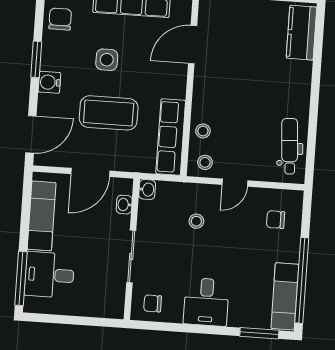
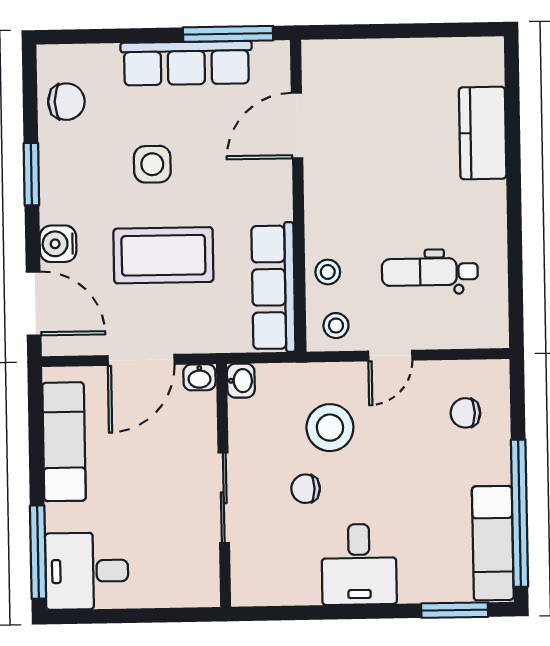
chair: (60, 19) -> (66, 102), turned 90
kitchen counter: (301, 33) -> (483, 133), moved
water cooler: (49, 82) -> (58, 244), moved
door: (31, 134) -> (34, 304), hinge flipped
dental chair: (290, 146) -> (430, 272), moved, turned -86
washbasin: (124, 205) -> (199, 377), moved, turned -90
stool: (196, 221) -> (330, 428), width x1.89, depth x1.89
desk: (49, 275) -> (87, 571), moved
chair: (153, 303) -> (306, 489), moved

